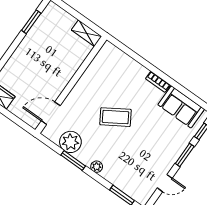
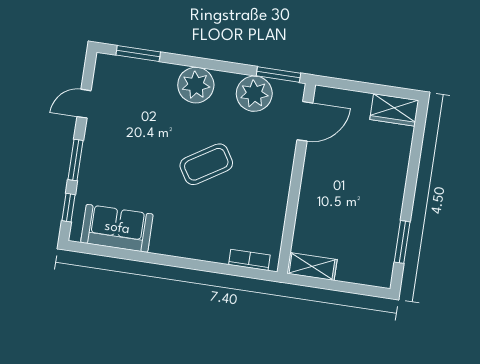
bookcase: (158, 82) -> (249, 260), moved
window: (73, 160) -> (278, 75), moved
plant: (97, 167) -> (196, 85), width x1.87, depth x1.87

